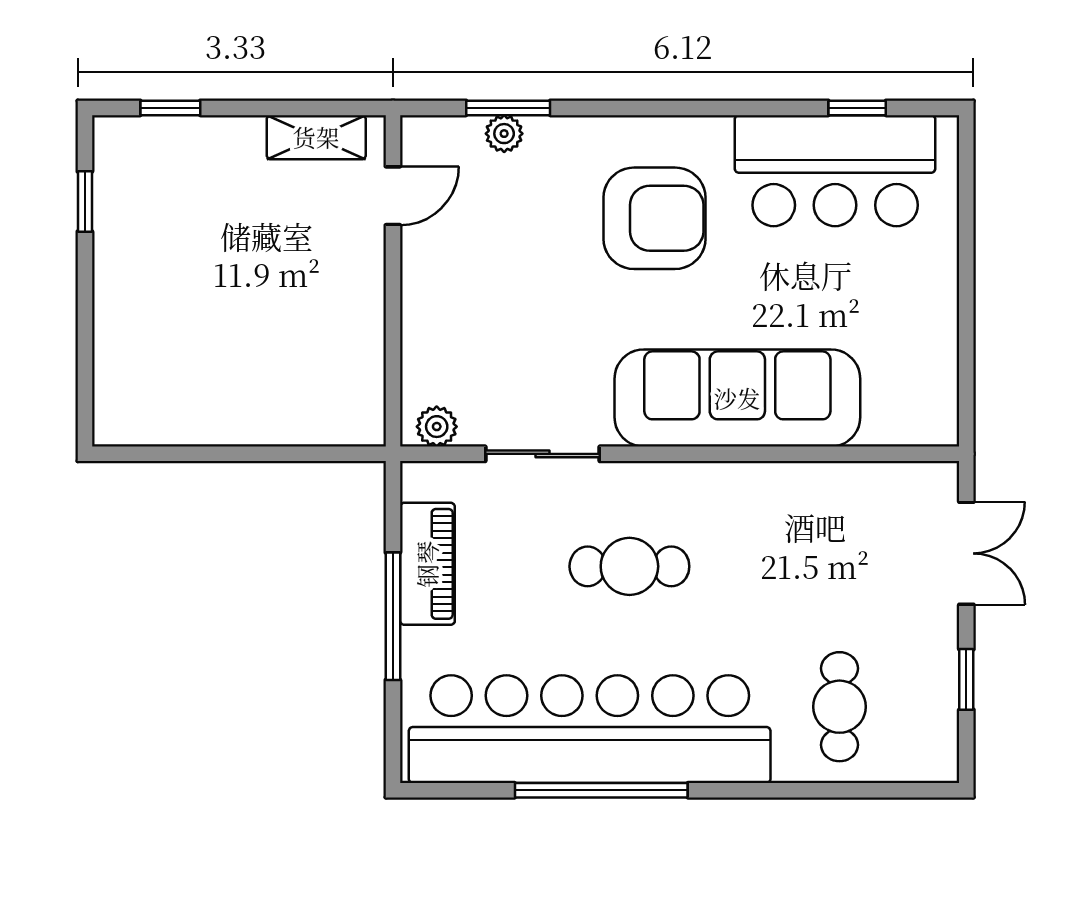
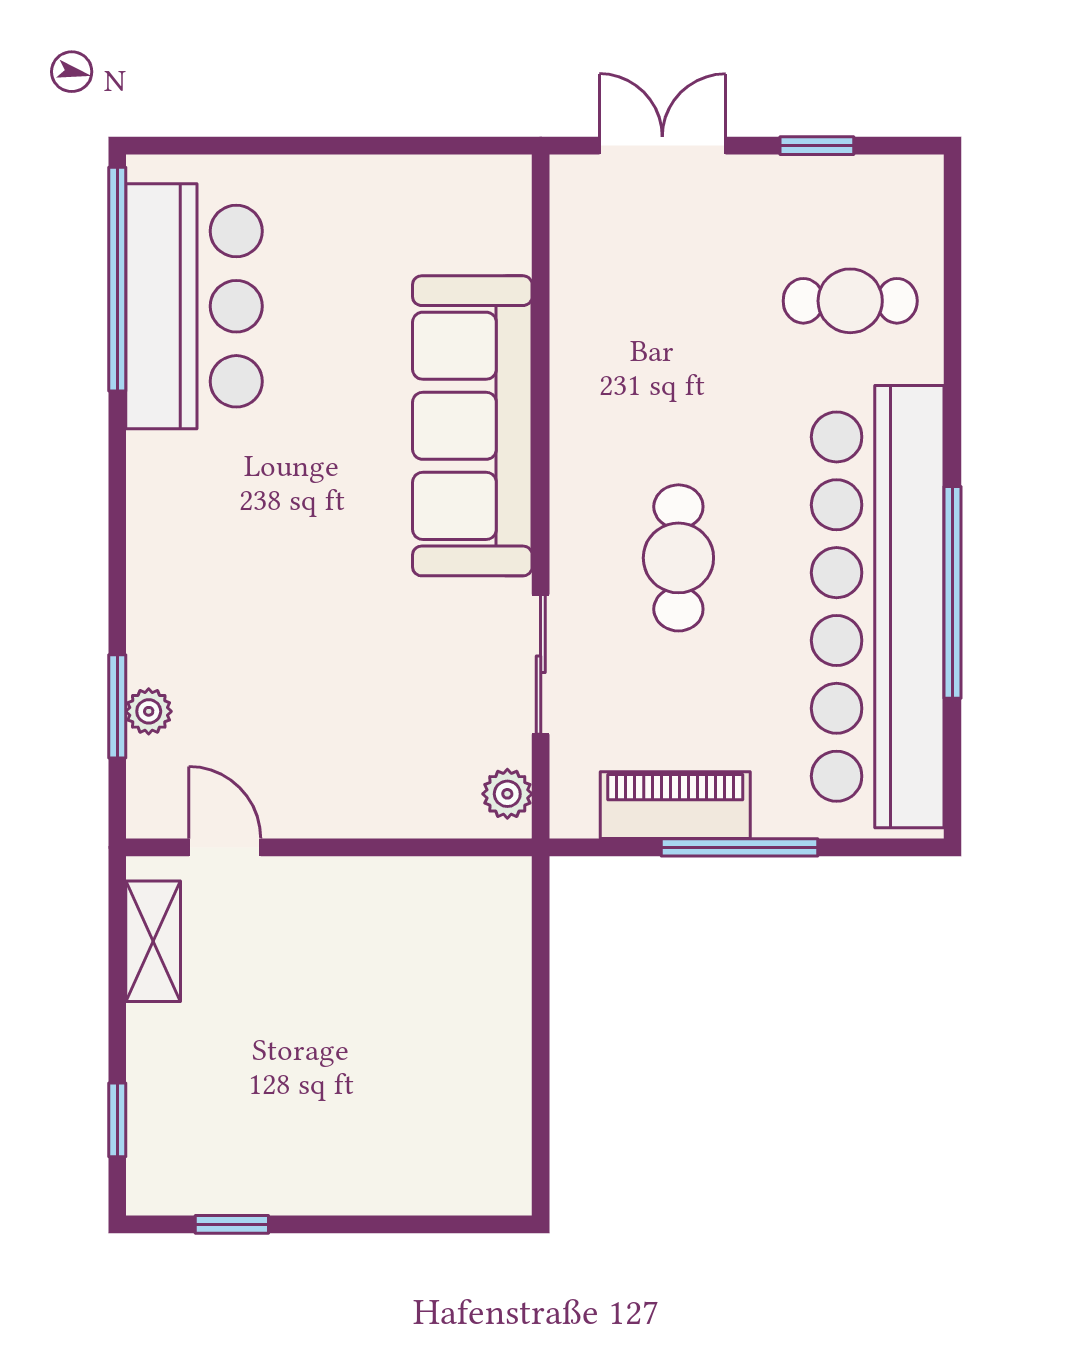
window: (857, 108) -> (117, 279), width x3.17
armchair: (655, 218) -> (252, 527), removed

